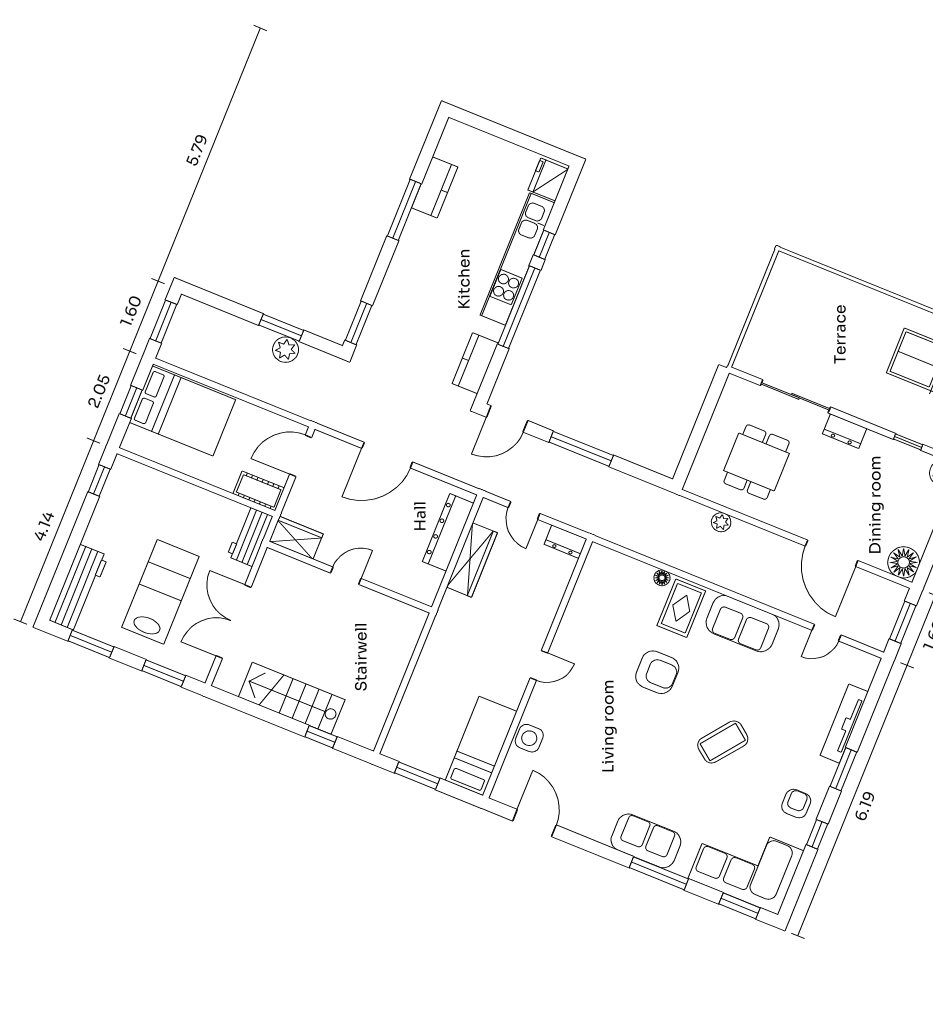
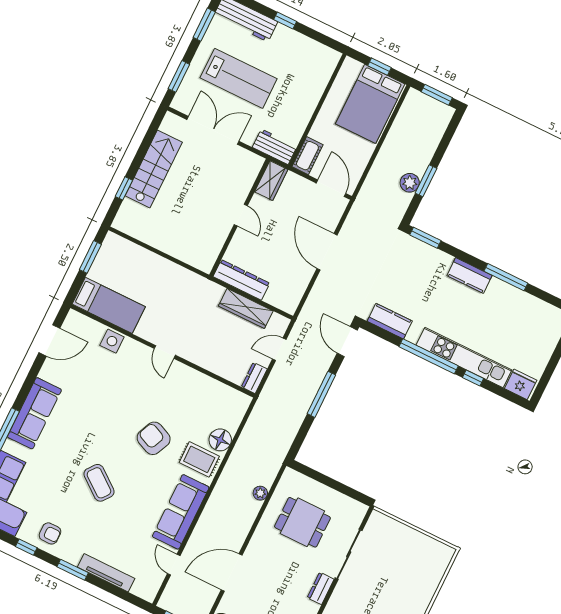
kitchen counter: (435, 187) -> (469, 275), moved
window: (99, 480) -> (285, 20), moved
dresser: (448, 532) -> (241, 280), moved
floor lamp: (662, 578) -> (220, 440), width x1.89, depth x1.89
sofa: (743, 624) -> (181, 512), width x1.36
armchair: (657, 672) -> (154, 438), turned 114
sofa: (646, 841) -> (34, 413), width x1.36

